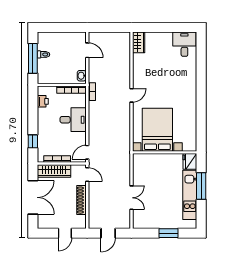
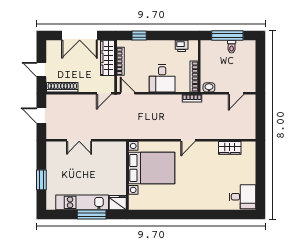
wardrobe: (139, 42) -> (230, 148), moved
door: (131, 95) -> (188, 140), hinge flipped
shoe rack: (82, 200) -> (62, 87), moved

